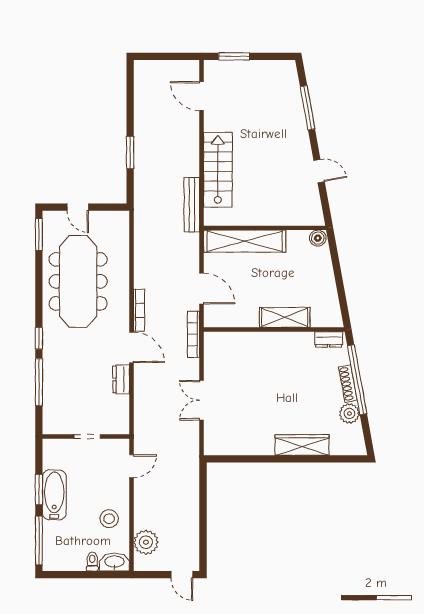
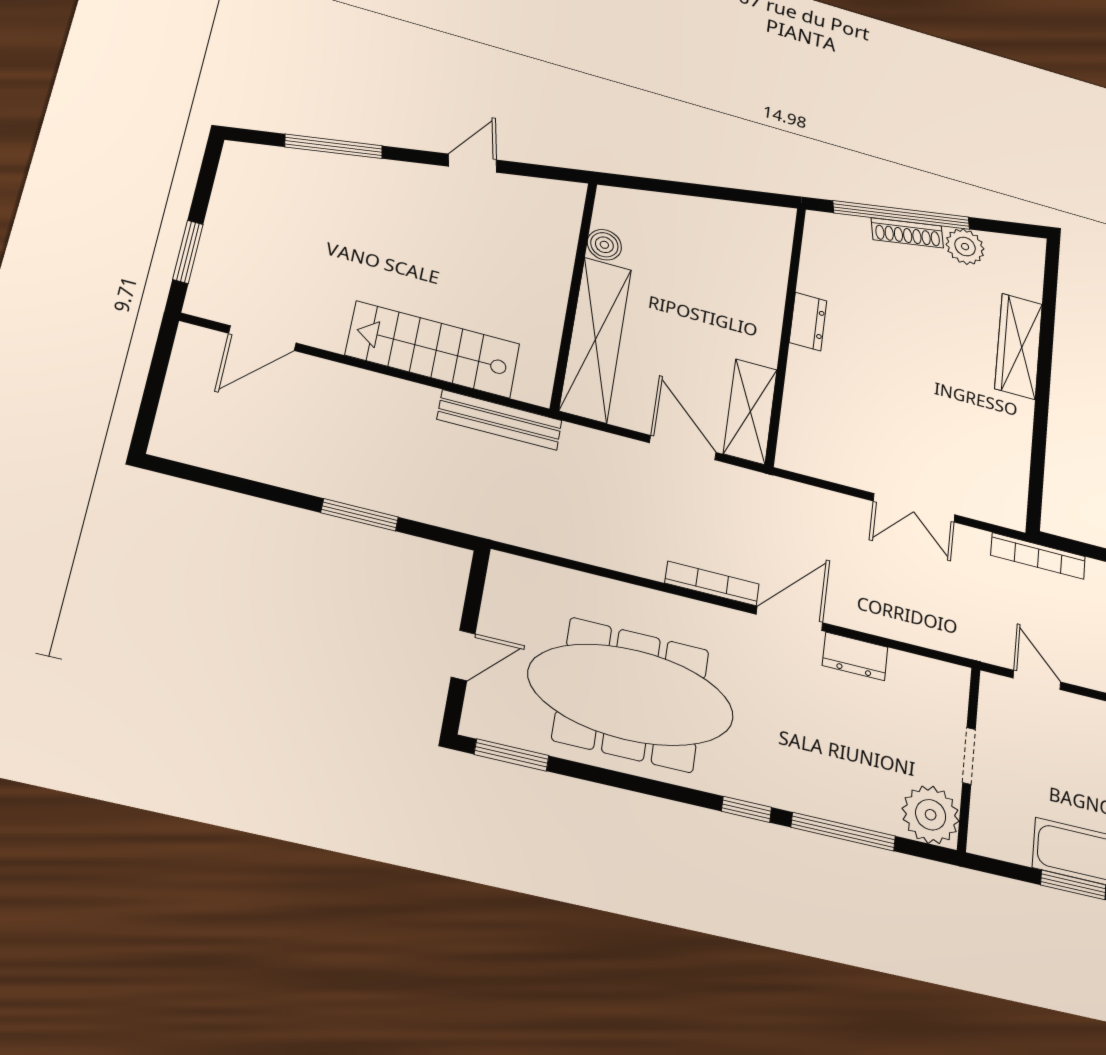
boiler: (318, 238) -> (604, 245), moved
door: (202, 288) -> (683, 448), hinge flipped
shelving: (285, 317) -> (750, 411), moved
bookcase: (194, 334) -> (1038, 556), moved
dresser: (329, 339) -> (808, 322), moved
plant: (56, 421) -> (931, 815), added

